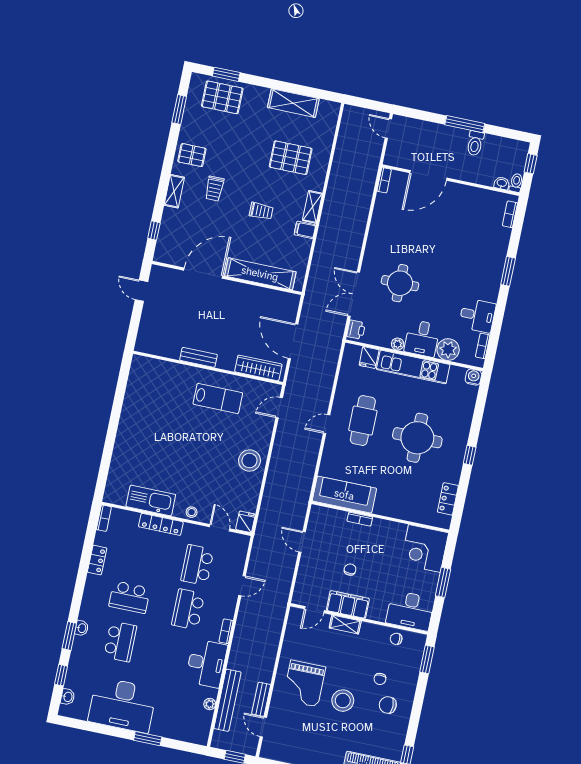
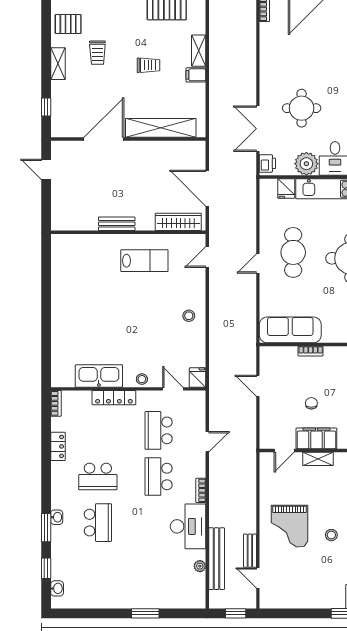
plant: (398, 344) -> (306, 164), width x1.87, depth x1.87
stool: (249, 460) -> (189, 316), width x0.53, depth x0.53
stool: (343, 701) -> (331, 535), width x0.53, depth x0.53
desk: (122, 705) -> (113, 585), removed

